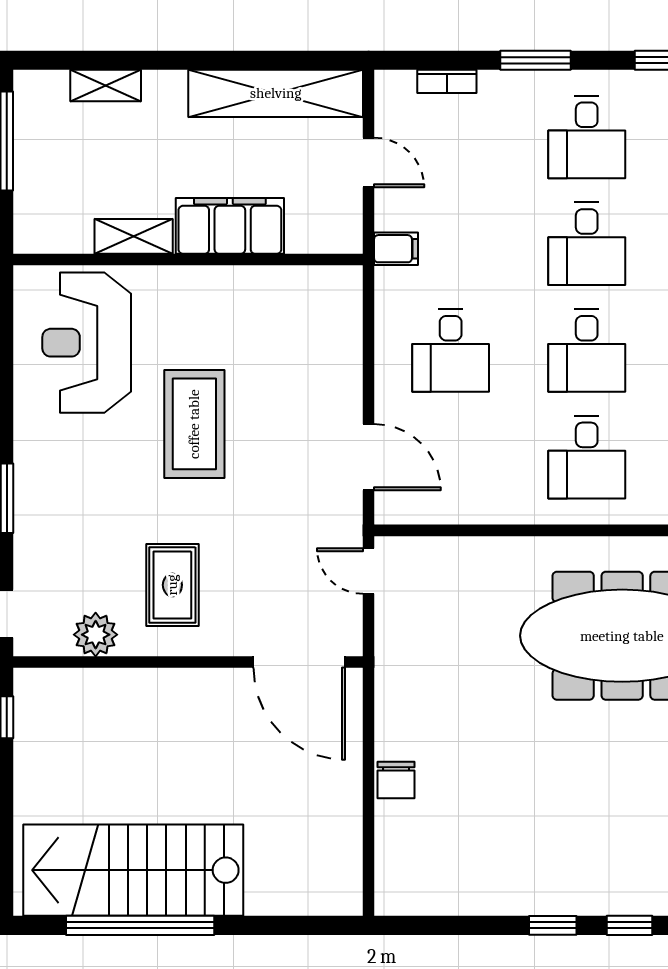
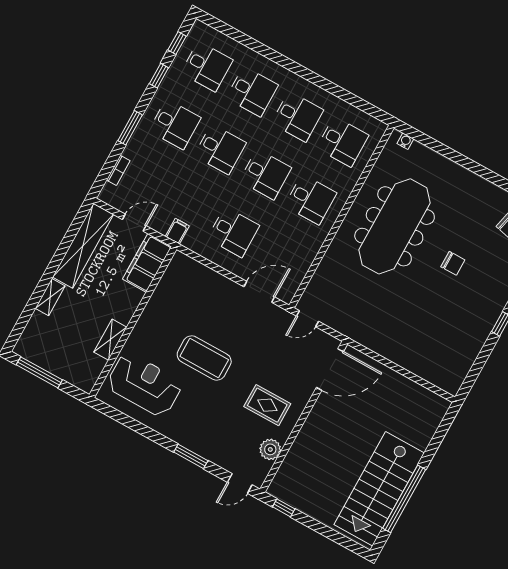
shelving: (106, 85) -> (50, 297), moved
filing cabinet: (230, 226) -> (147, 263), moved
reception desk: (87, 343) -> (144, 385), turned 180
chair: (396, 780) -> (453, 263), moved

